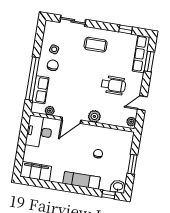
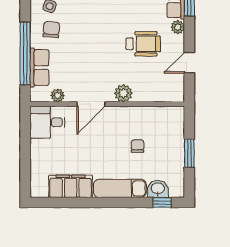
plant: (131, 122) -> (178, 27), moved
desk: (39, 132) -> (47, 122), width x0.73
filing cabinet: (36, 171) -> (71, 186), moved
washbasin: (118, 187) -> (158, 189), moved

